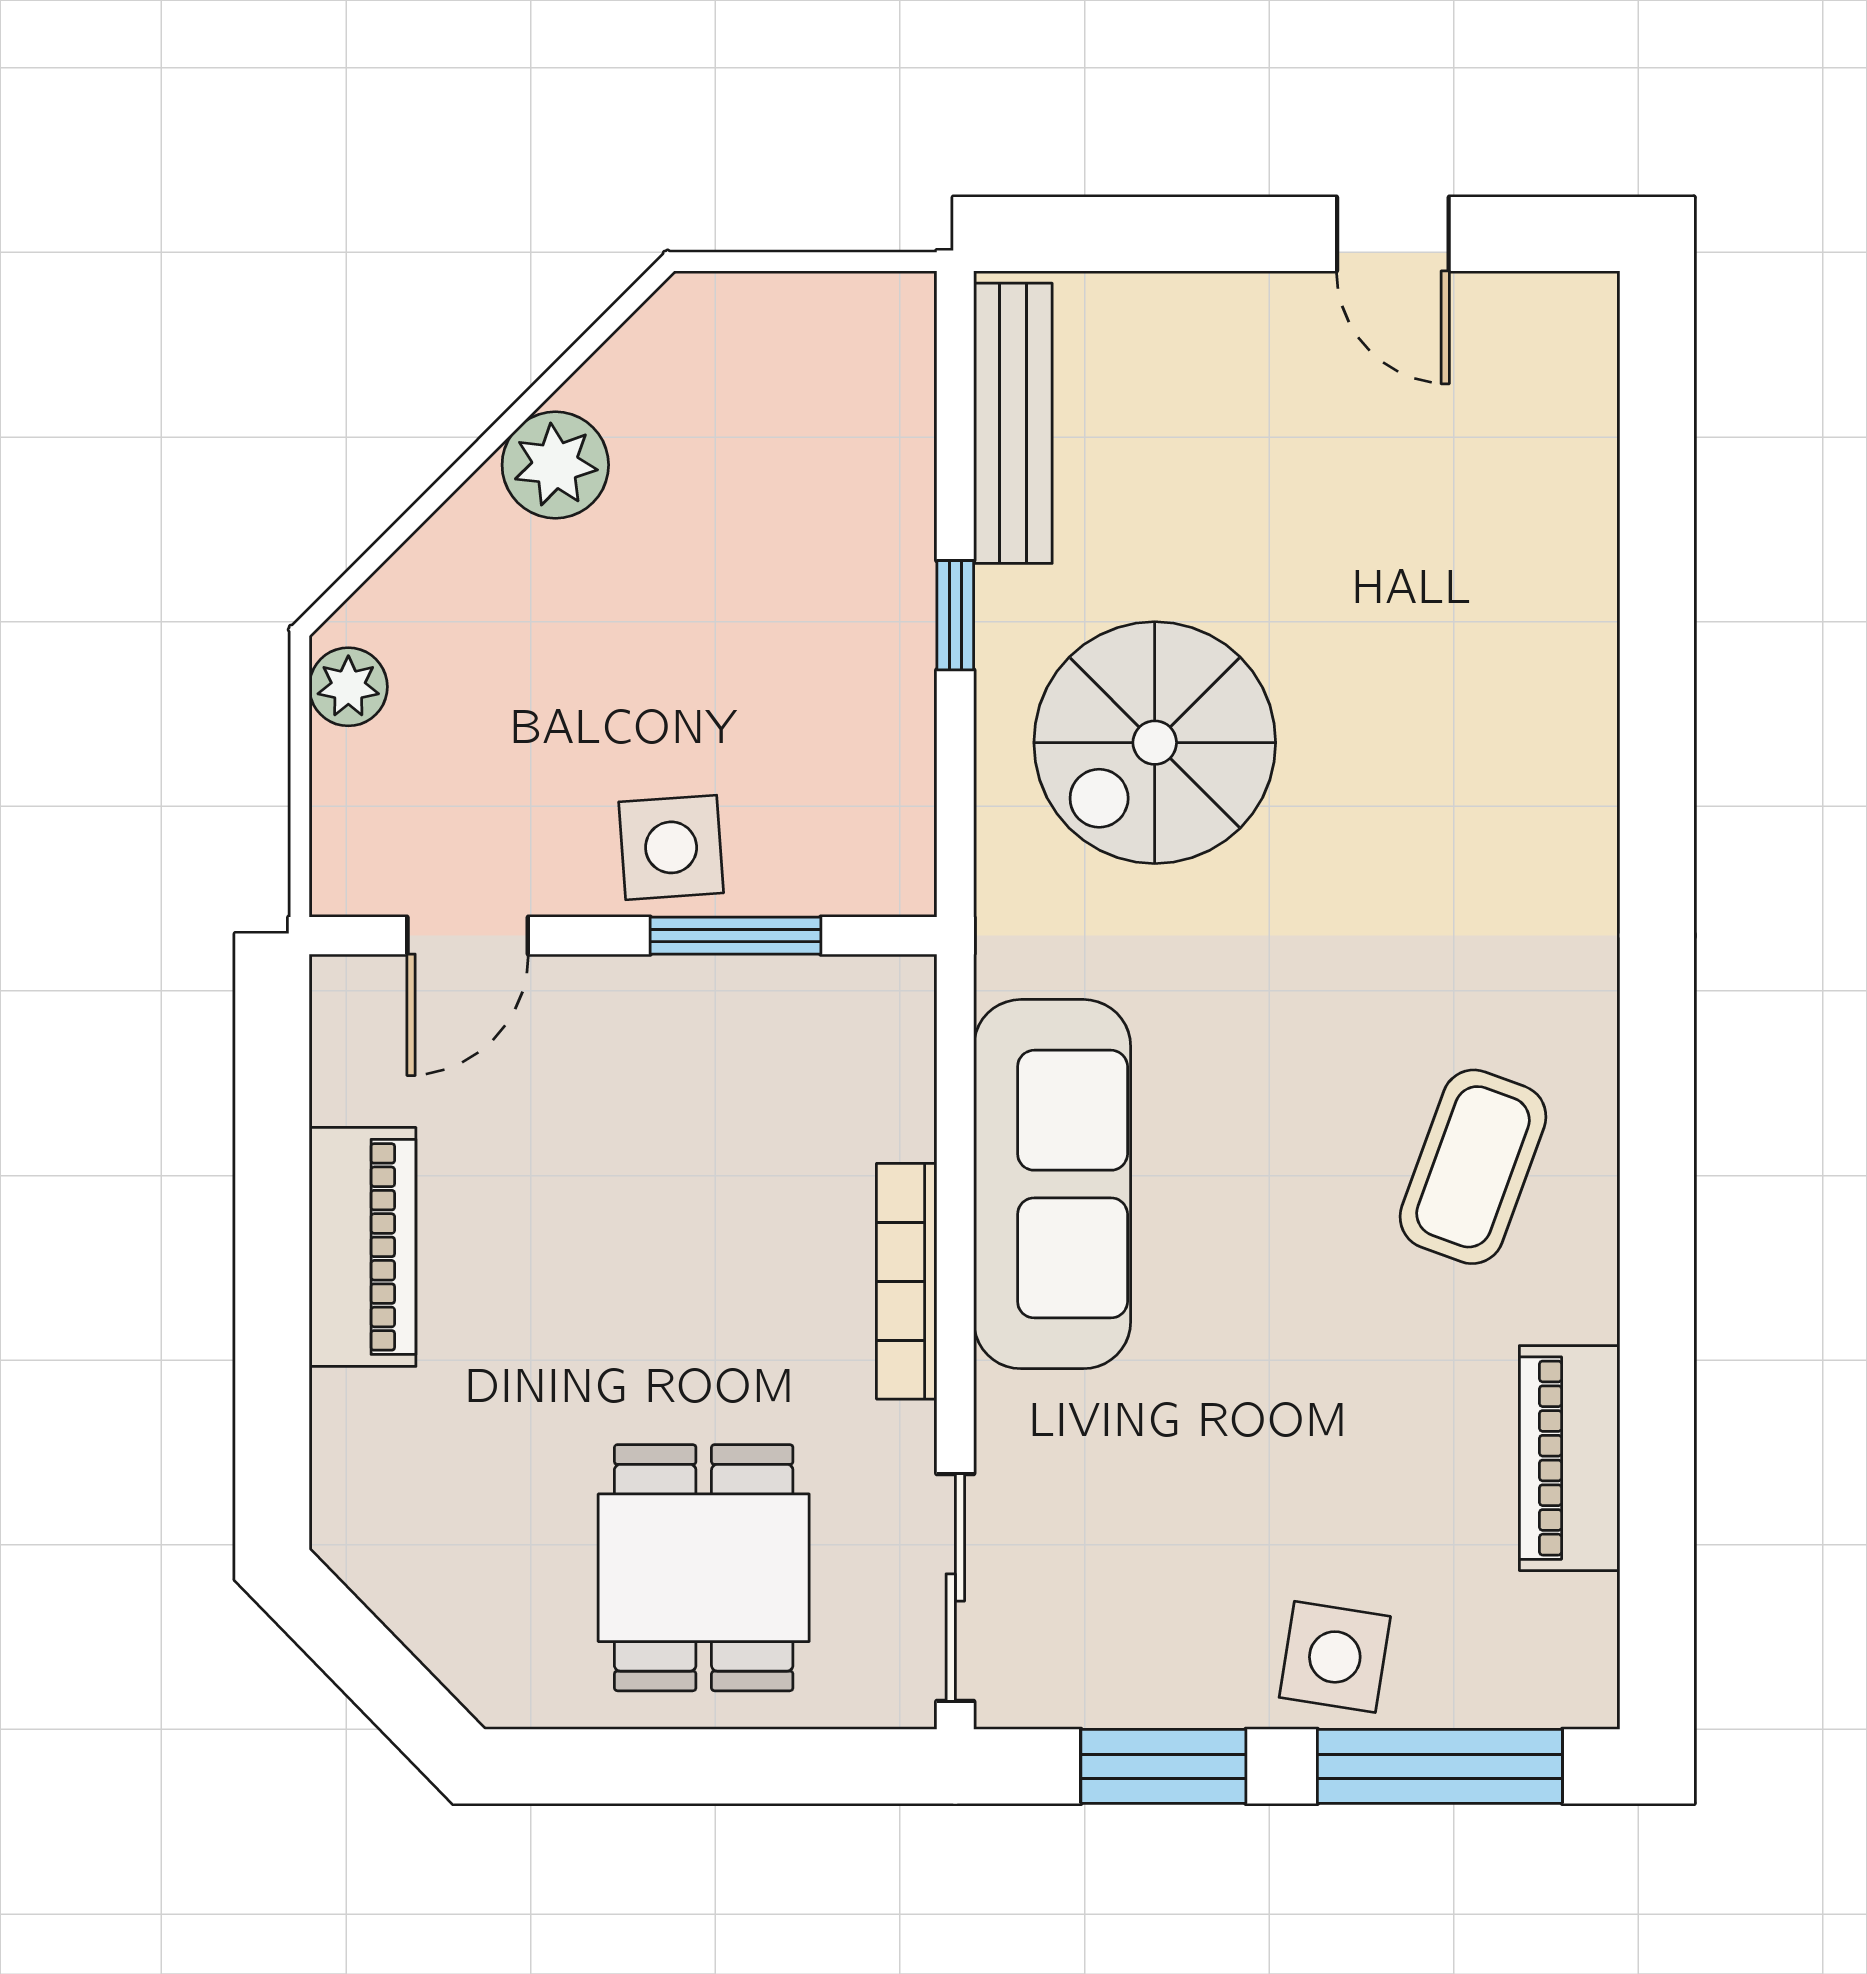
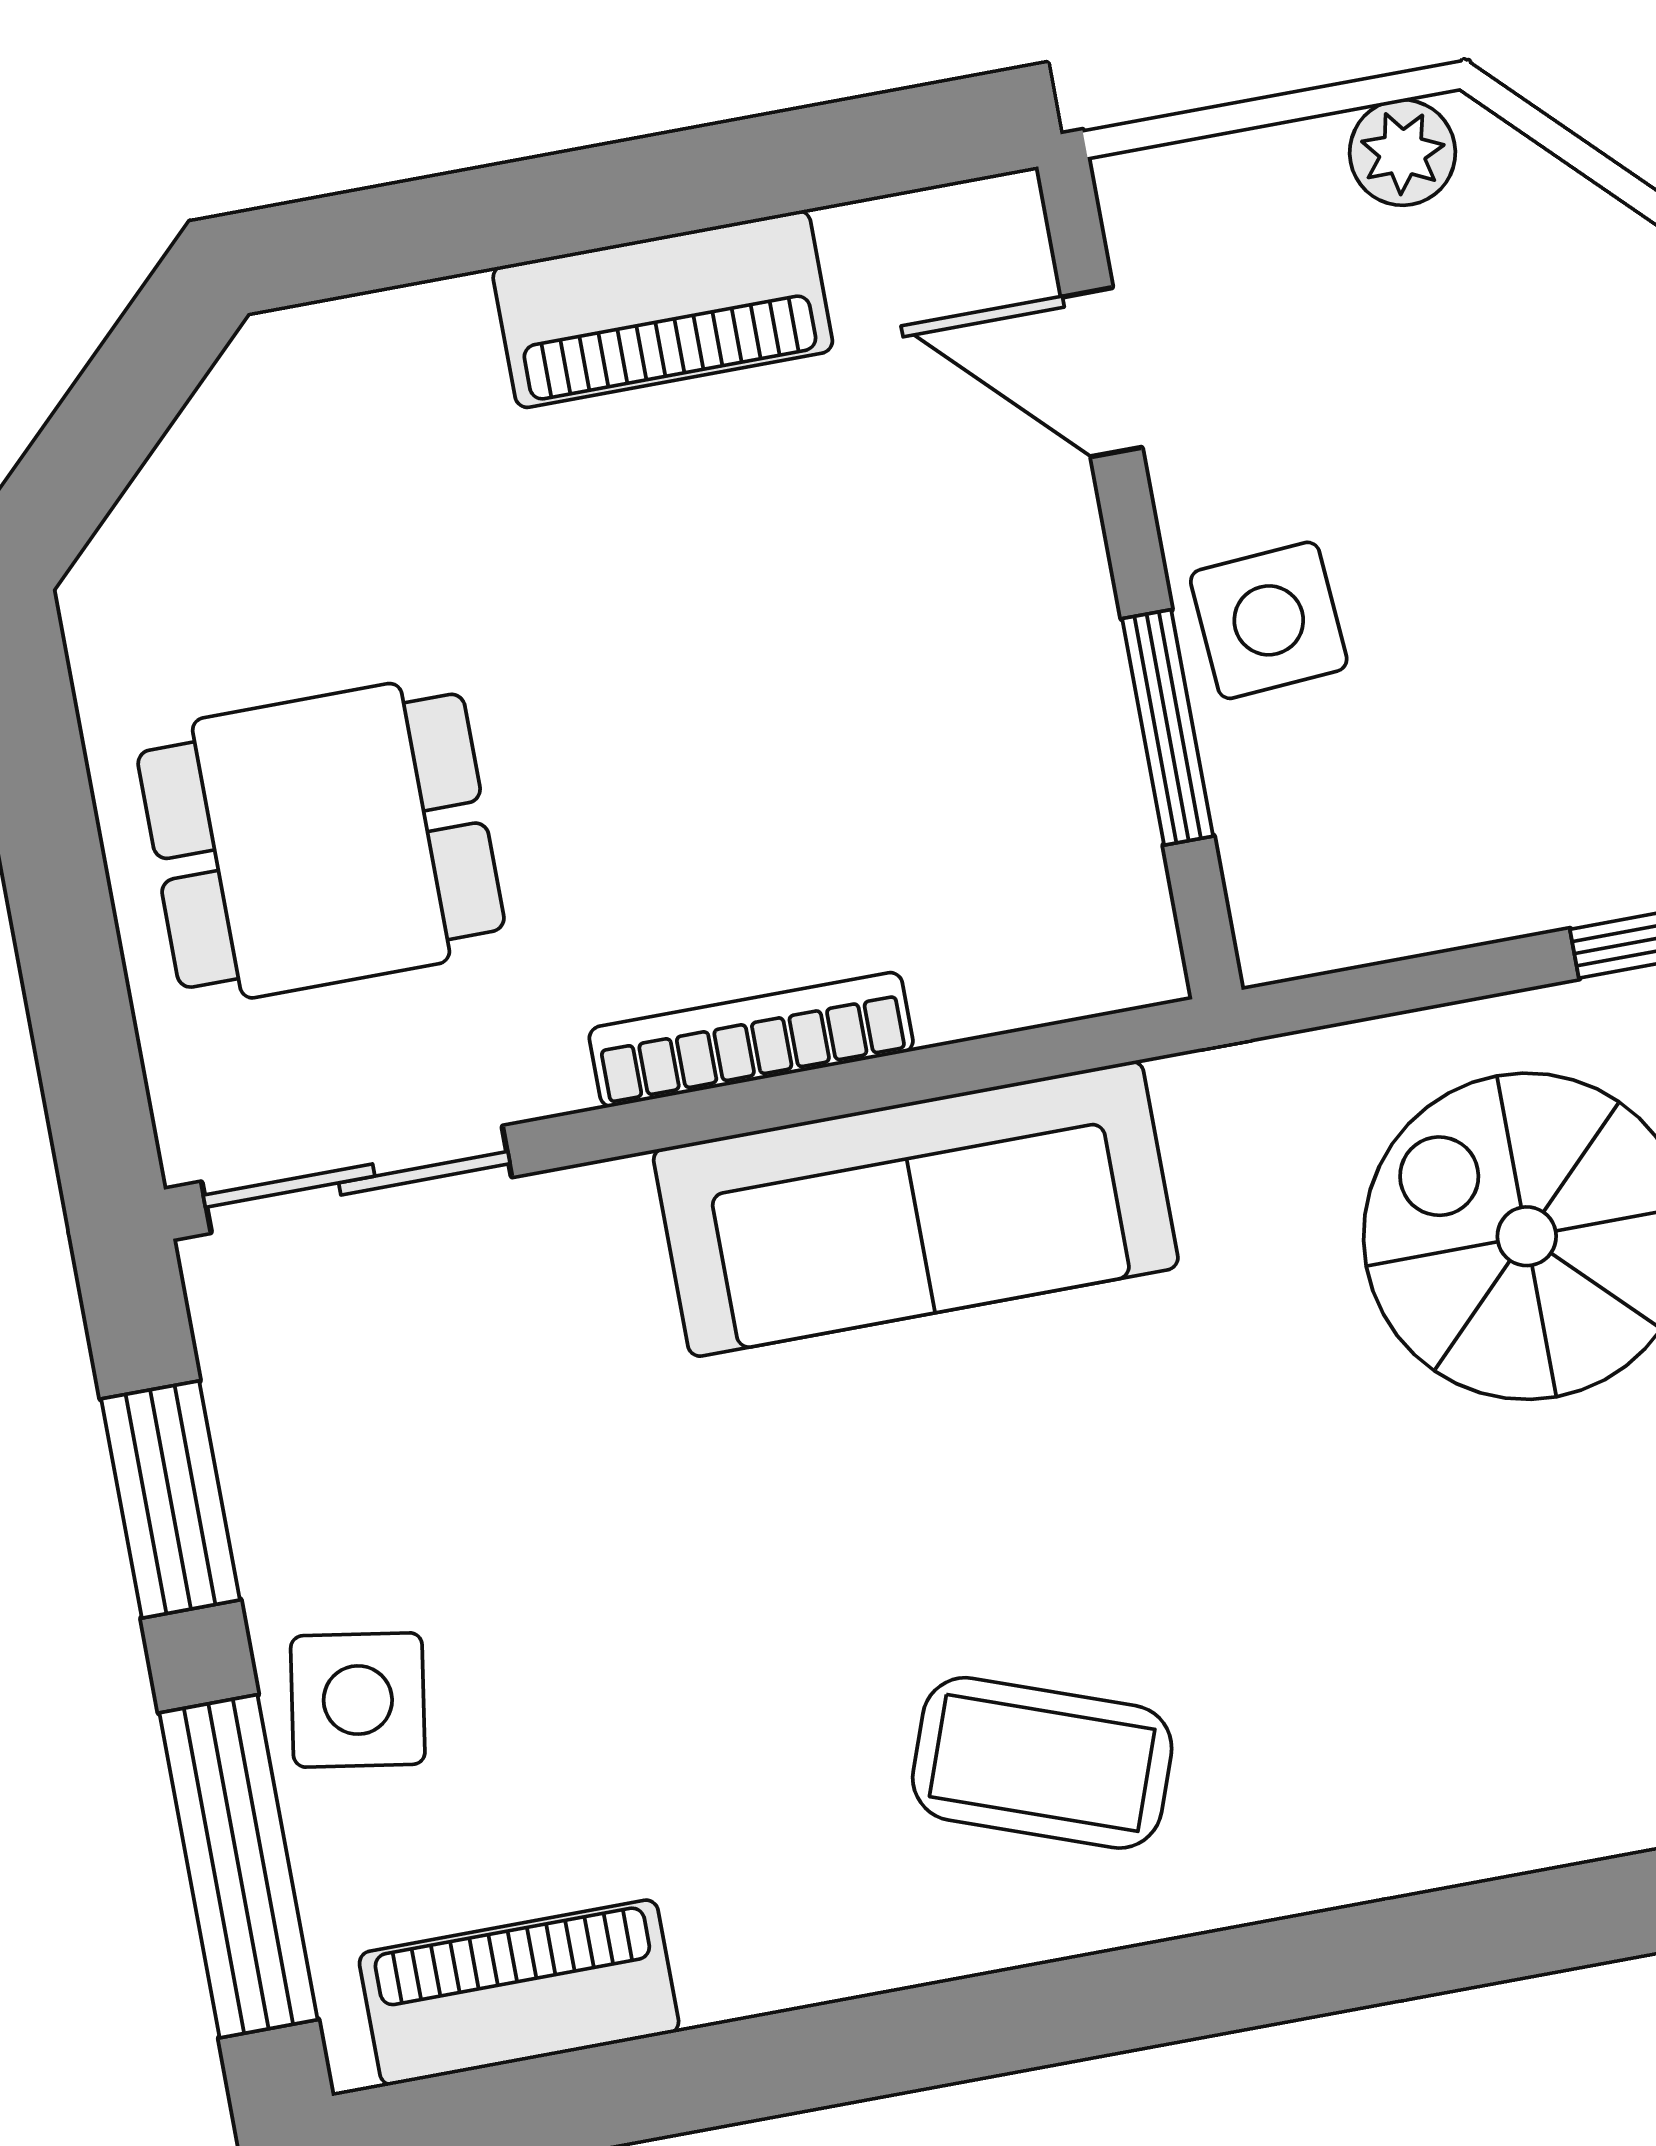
piano: (1570, 1458) -> (519, 1992), moved

